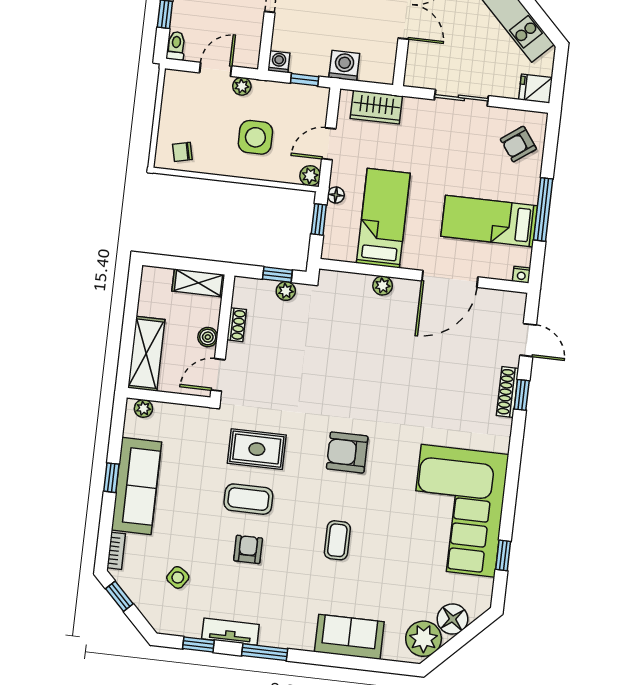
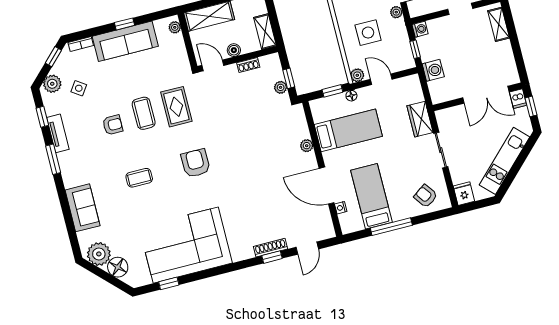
wardrobe: (376, 107) -> (420, 119), moved
nightstand: (521, 275) -> (341, 208), moved
plant: (157, 613) -> (52, 84), added

